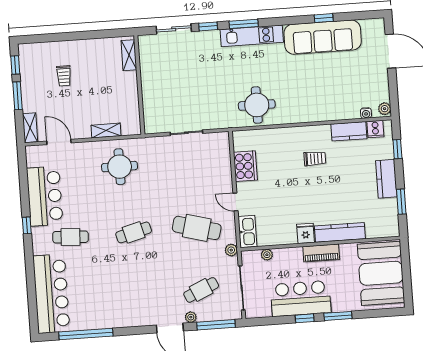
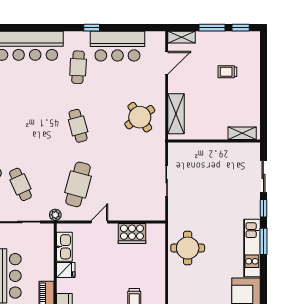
shelving: (106, 130) -> (176, 114), width x1.50, depth x1.33
round table: (120, 167) -> (140, 117), turned -35
kitchen sink: (247, 232) -> (64, 247), moved, turned -90
fridge: (306, 233) -> (66, 270), moved
plant: (267, 255) -> (49, 247), removed

